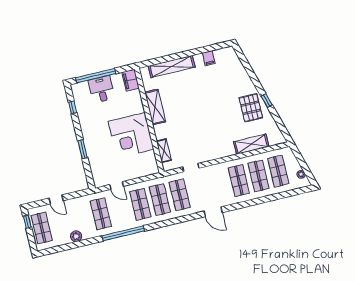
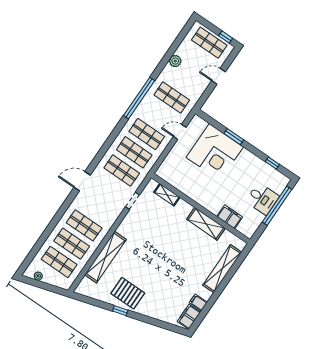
filing cabinet: (224, 54) -> (189, 317), added
filing cabinet: (131, 80) -> (230, 217), moved
corner desk: (131, 135) -> (215, 152), moved, turned 180
shelving: (251, 144) -> (106, 257), width x1.47

